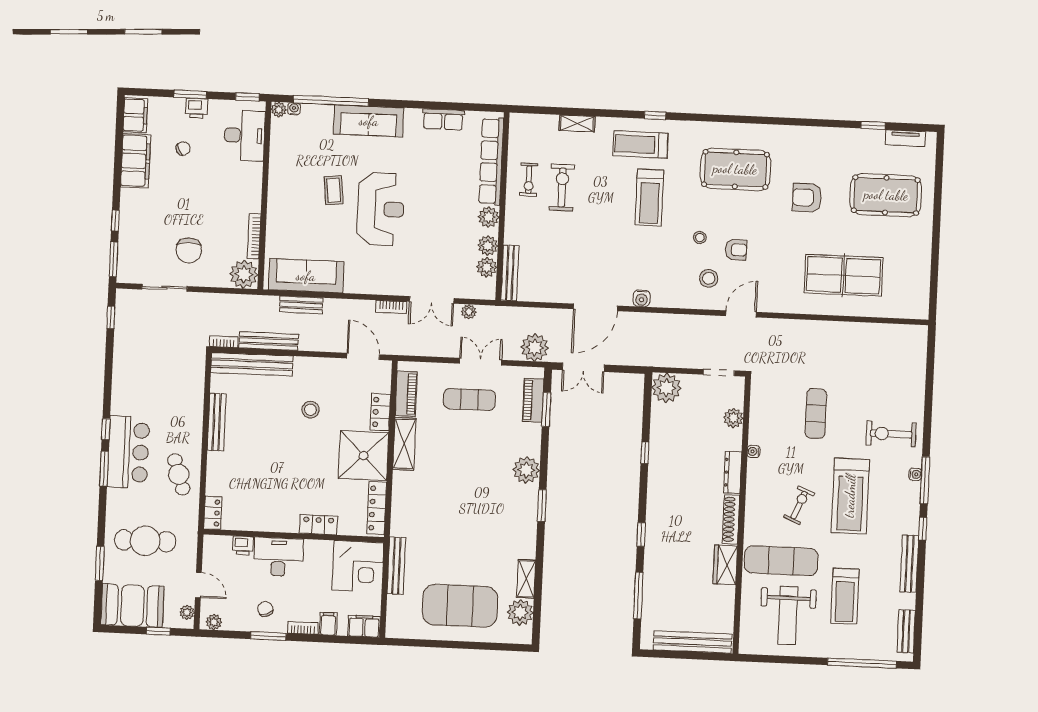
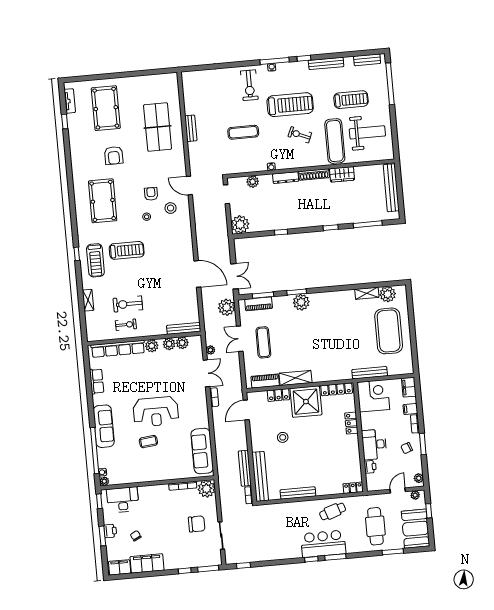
reception desk: (381, 209) -> (156, 412), turned 180
water cooler: (642, 298) -> (188, 247), removed
bench: (301, 305) -> (191, 128), moved
window: (542, 506) -> (297, 292), moved

